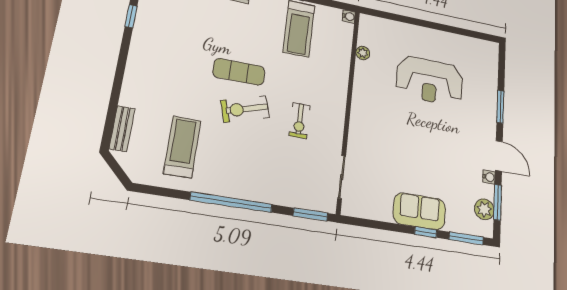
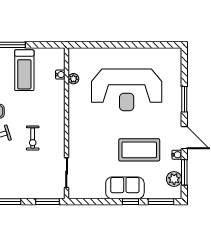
water cooler: (349, 16) -> (60, 75), moved
reception desk: (430, 81) -> (127, 90), width x1.36, depth x1.30
coffee table: (441, 162) -> (139, 150), added

